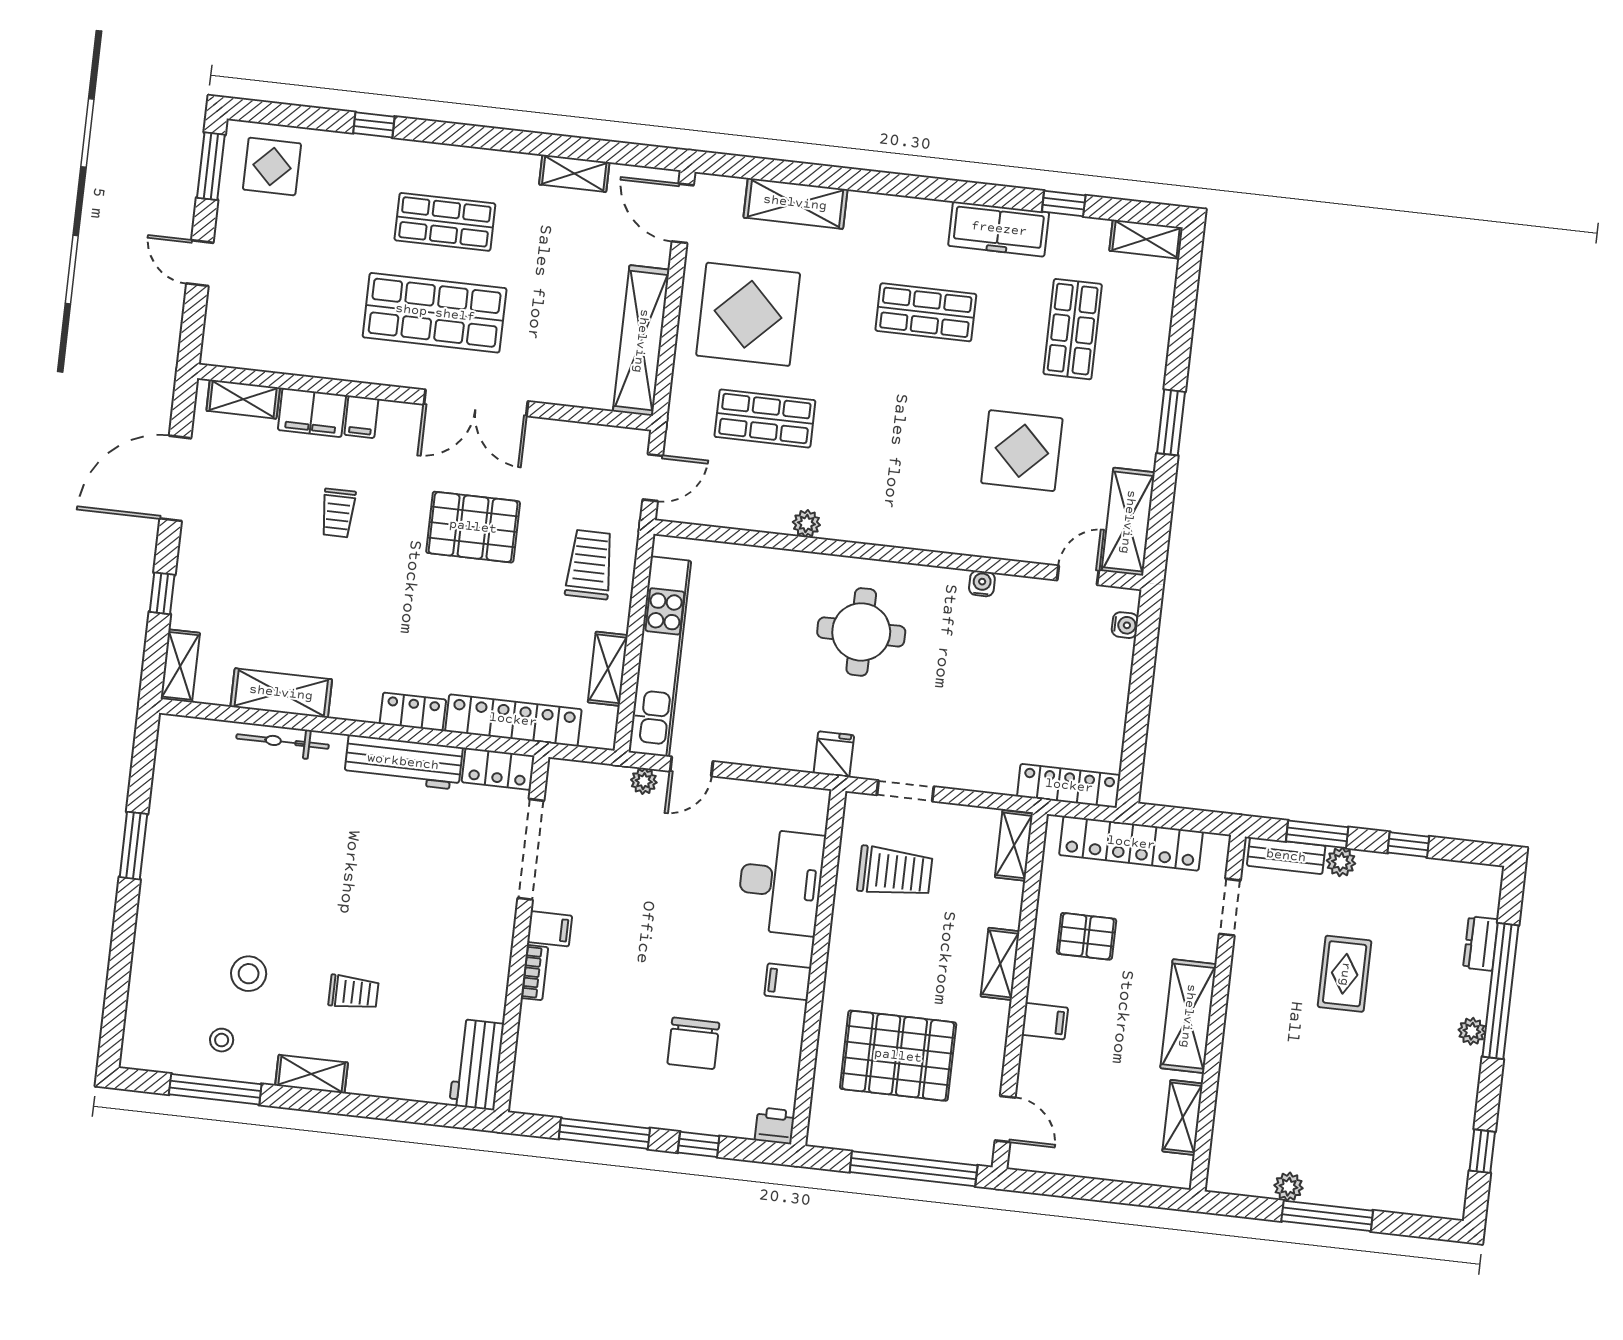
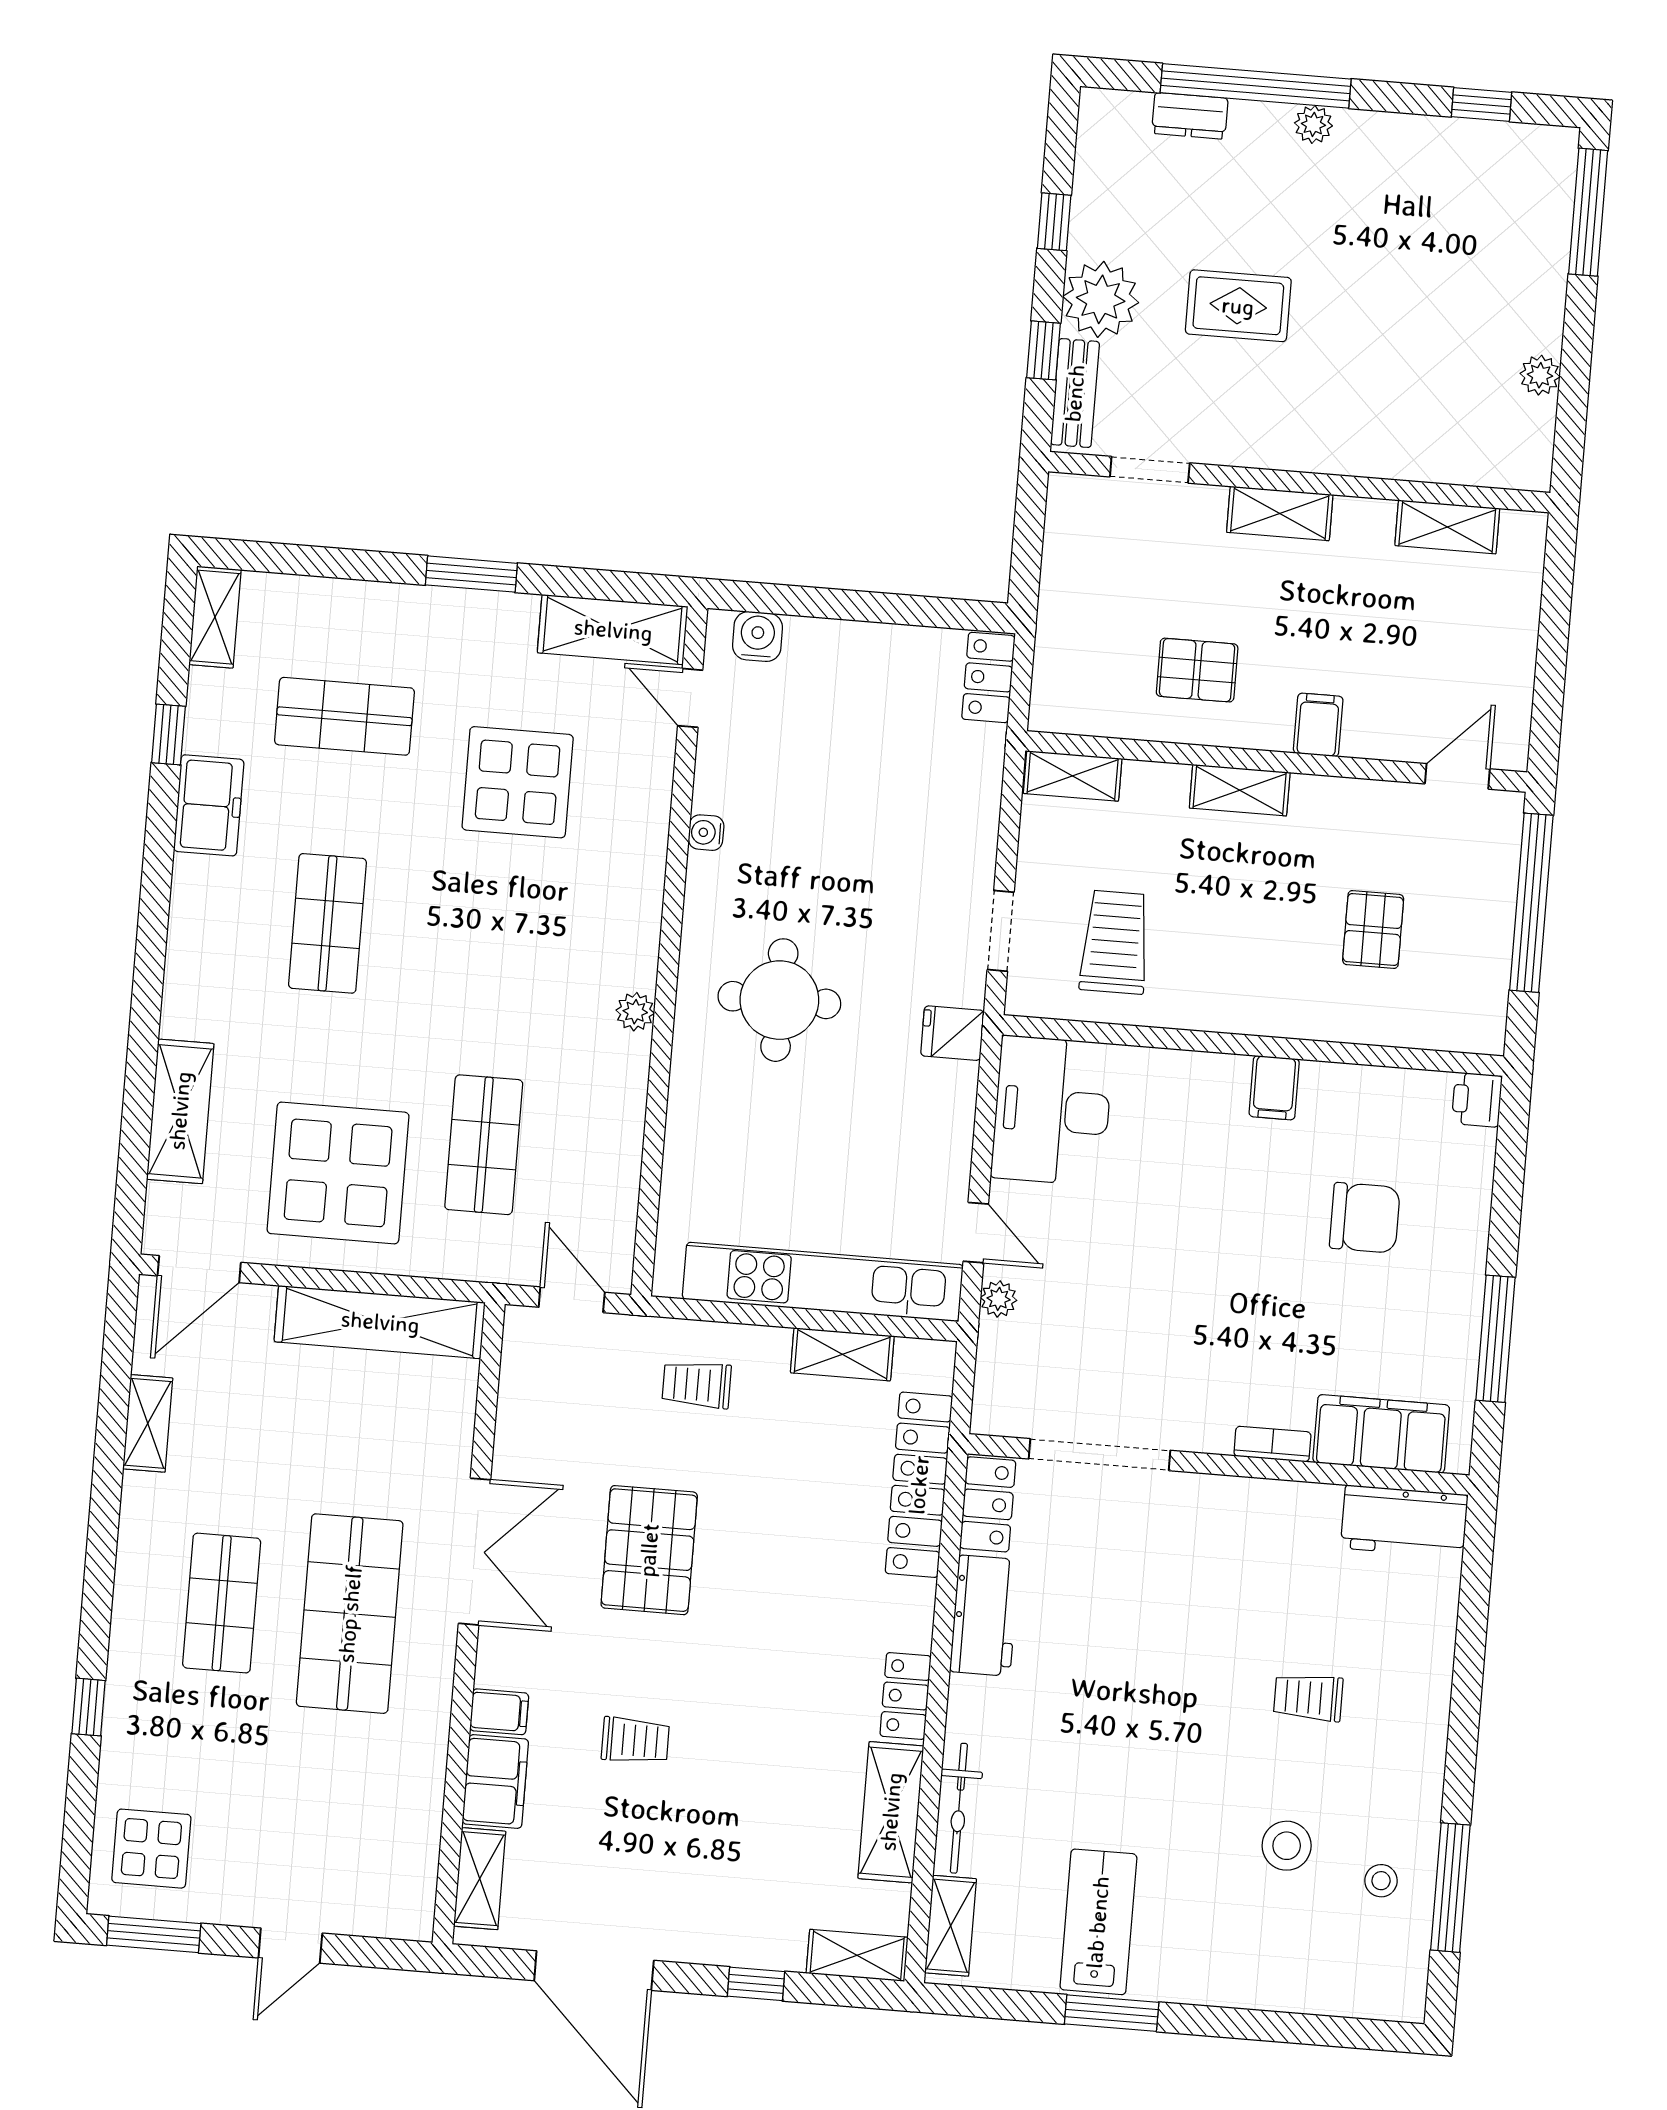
freezer: (999, 229) -> (209, 805), width x0.71
plant: (806, 523) -> (635, 1012), moved
trolley: (590, 565) -> (697, 1385), width x0.73, depth x0.72
water cooler: (1125, 625) -> (758, 636), width x1.38, depth x1.38
locker: (413, 712) -> (906, 1696), moved
workbench: (403, 762) -> (984, 1616), width x0.73
locker: (1069, 786) -> (988, 677), width x0.66
window: (1317, 834) -> (1044, 350), width x0.67
lab bench: (199, 838) -> (1098, 1922), added
locker: (1131, 843) -> (1065, 612), removed
plant: (1341, 862) -> (1101, 299), width x1.88, depth x1.88
desk: (781, 882) -> (1052, 1111), moved, turned -90
filing cabinet: (550, 929) -> (1381, 1434), moved, width x3.00, depth x1.17
pallet: (1086, 936) -> (1197, 670), turned 90
trolley: (354, 992) -> (1308, 1697), turned -90
shelving: (1188, 1016) -> (1280, 513), width x0.67, depth x0.75
pallet: (898, 1056) -> (1373, 930), width x0.49, depth x0.50
shelving: (312, 1074) -> (951, 1926), moved
window: (699, 1144) -> (1506, 1206), removed
window: (1327, 1216) -> (1588, 212), moved

